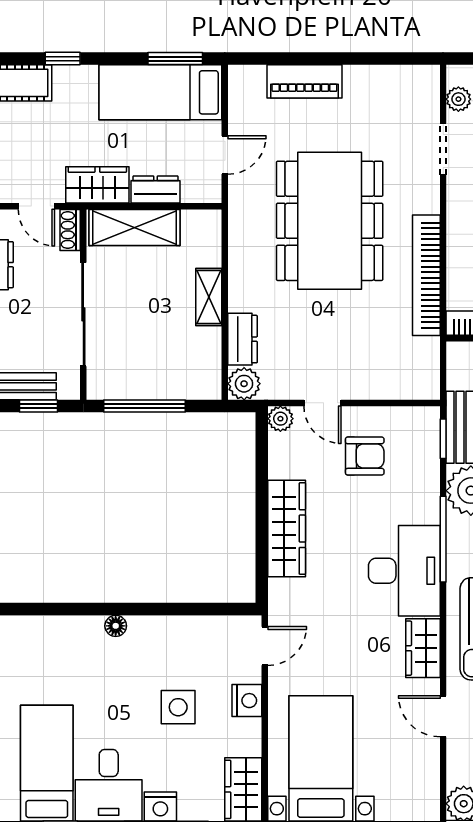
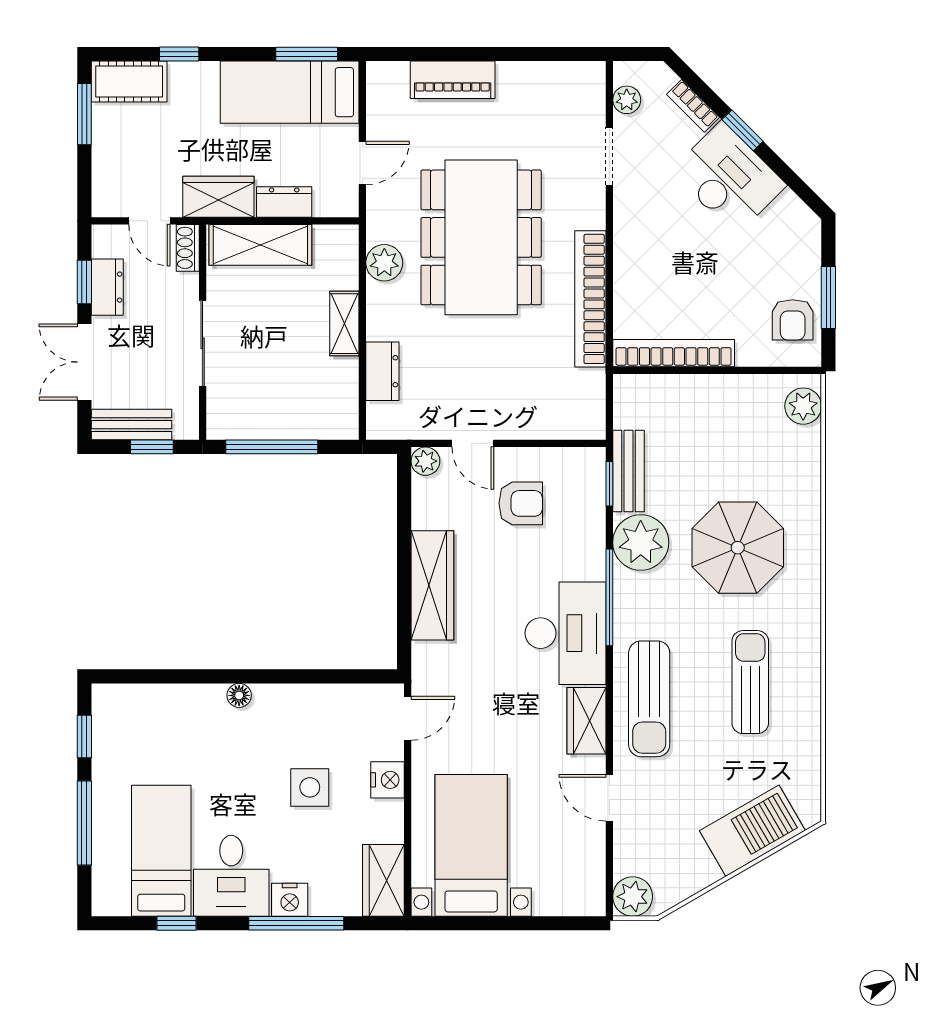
sliding door: (83, 314) -> (203, 343), width x0.73
plant: (244, 384) -> (384, 263), moved

